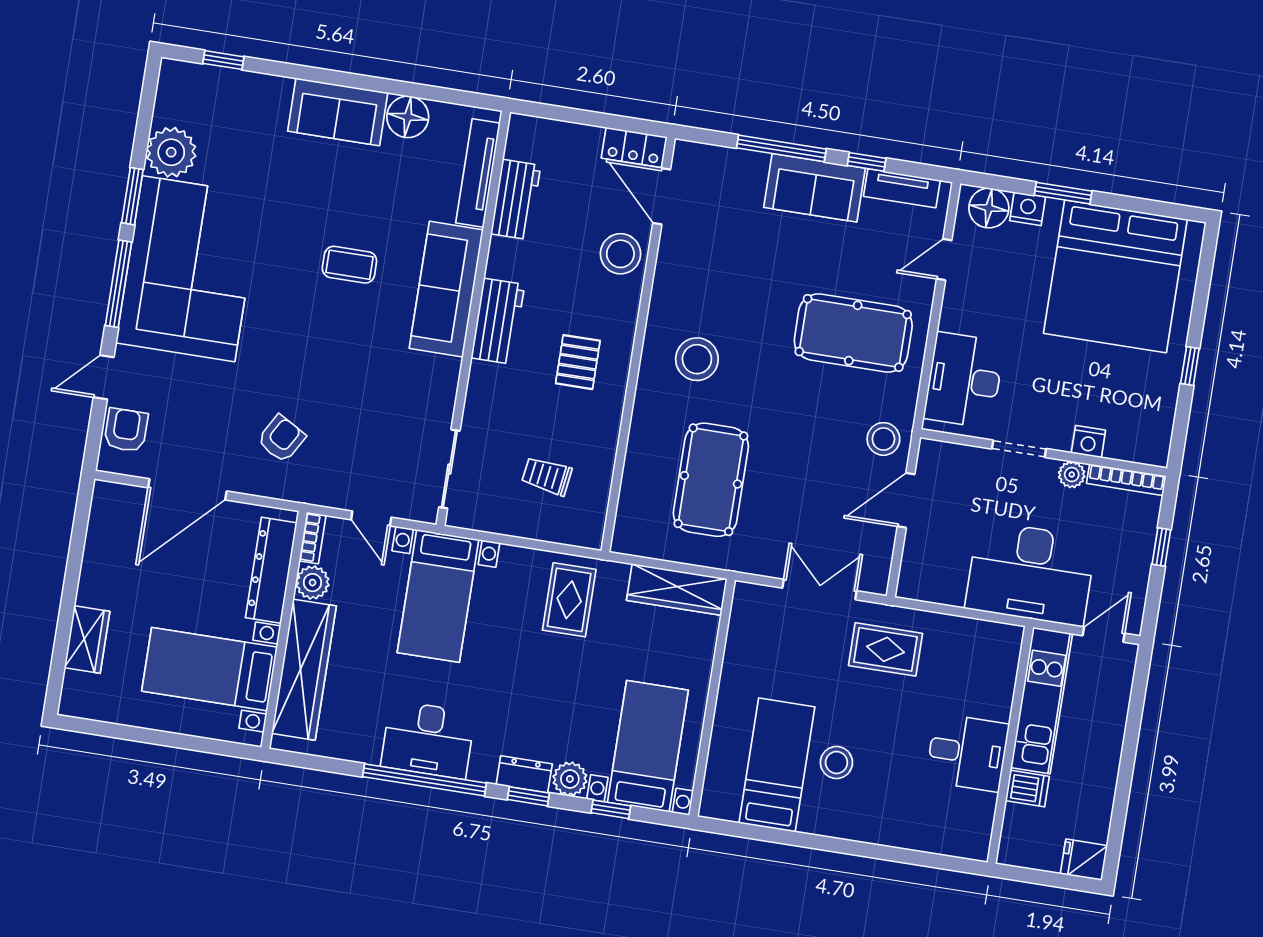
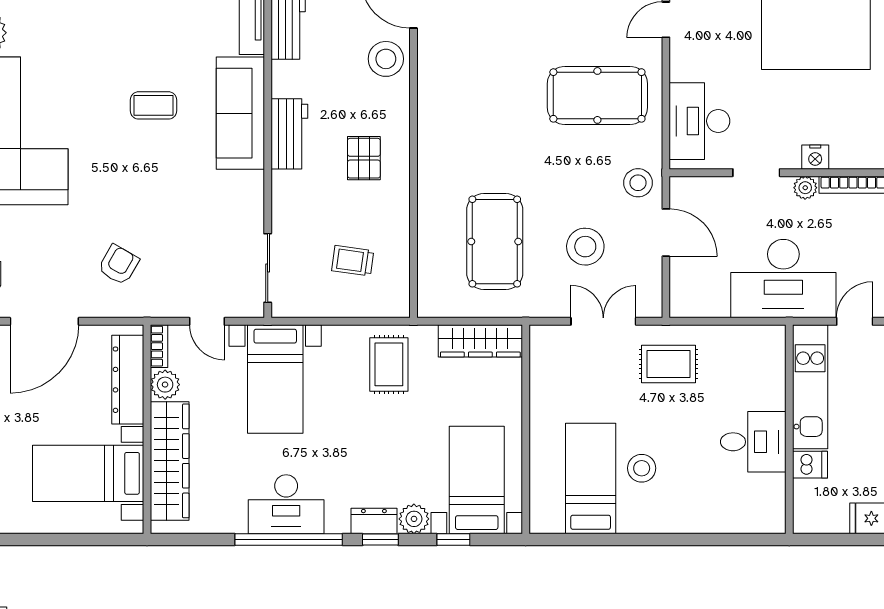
stool: (697, 359) -> (585, 247), moved
door: (906, 500) -> (666, 233), swing flipped

